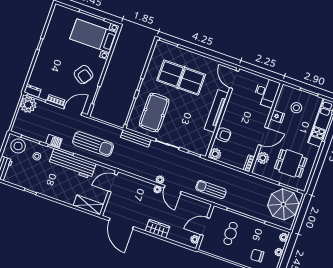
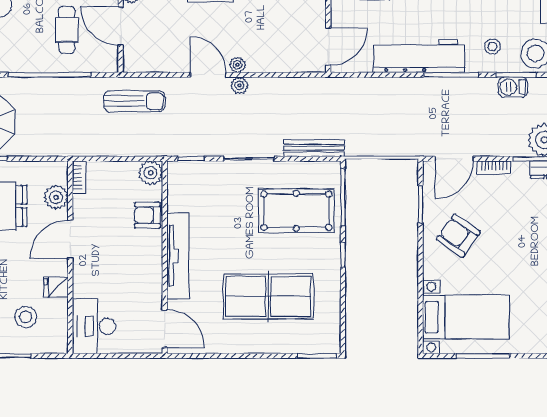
pool table: (154, 112) -> (296, 211), turned 90
barbecue: (54, 141) -> (513, 87), moved
sun lounger: (93, 144) -> (393, 108), removed
door: (205, 226) -> (121, 26), swing flipped

